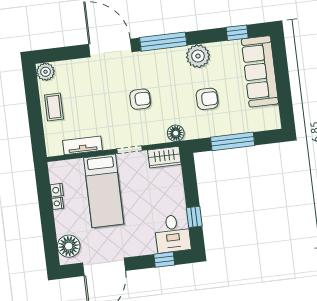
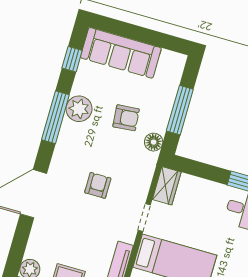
window: (163, 42) -> (55, 117), moved
armchair: (207, 99) -> (126, 118), turned 85
floor lamp: (176, 133) -> (154, 142), moved

